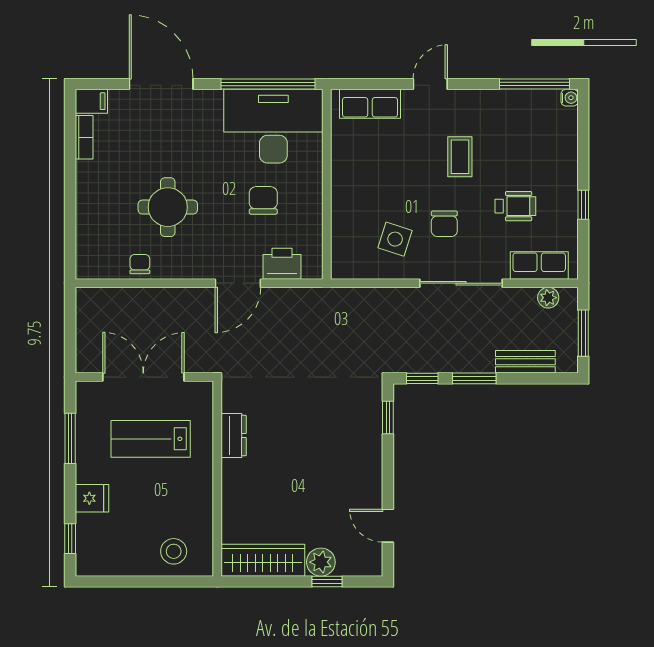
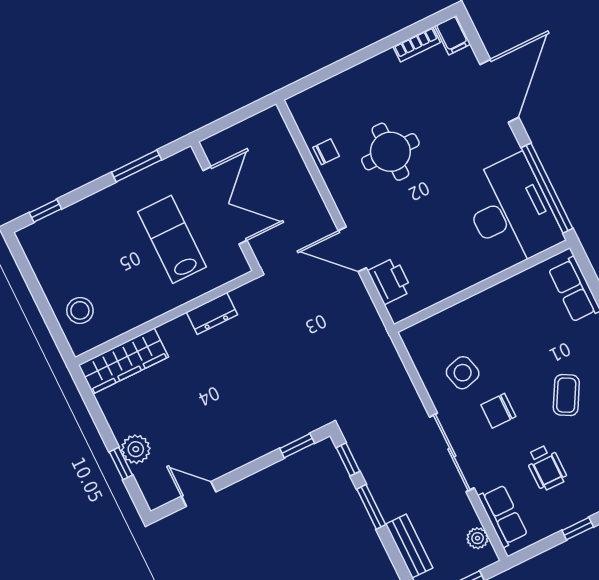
coffee table: (460, 157) -> (566, 395), turned -61
chair: (263, 200) -> (439, 236), removed
side table: (395, 239) -> (463, 373), turned -33
fridge: (92, 498) -> (92, 213), removed
door: (388, 526) -> (199, 494), hinge flipped
wardrobe: (263, 560) -> (124, 361), moved, turned 90

